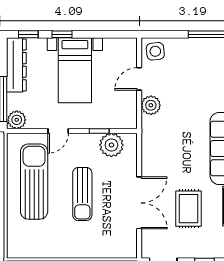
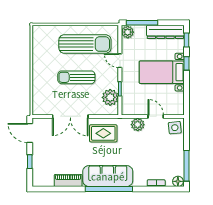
rug: (189, 209) -> (103, 133), moved

